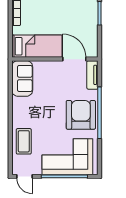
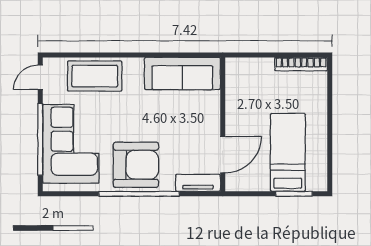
bed: (37, 46) -> (288, 152), moved, turned 180
sofa: (22, 78) -> (182, 73), width x1.36
coffee table: (24, 141) -> (95, 76), width x1.36, depth x1.32

